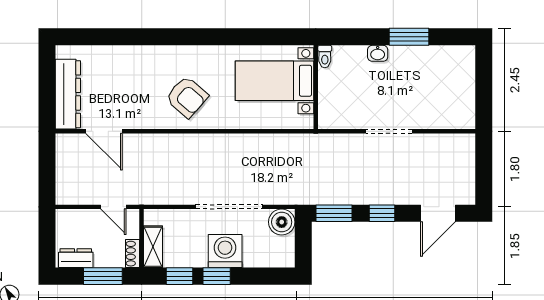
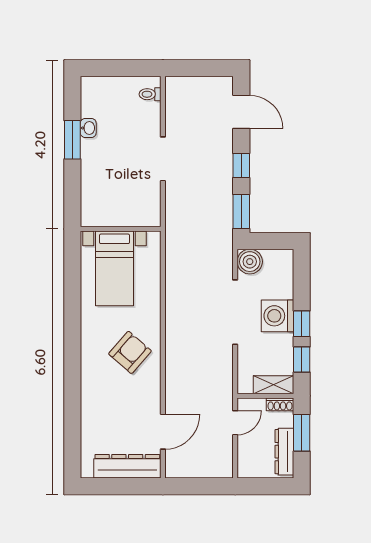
washbasin: (378, 53) -> (88, 128), moved
toilet: (325, 57) -> (150, 94), moved, turned 180
dresser: (76, 258) -> (284, 452), width x1.44

